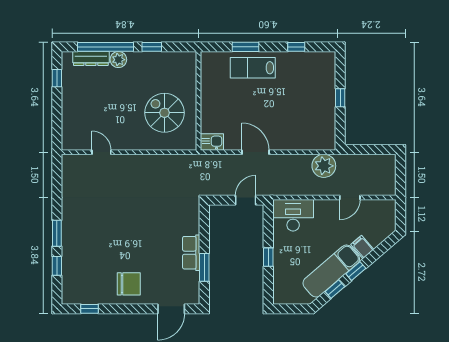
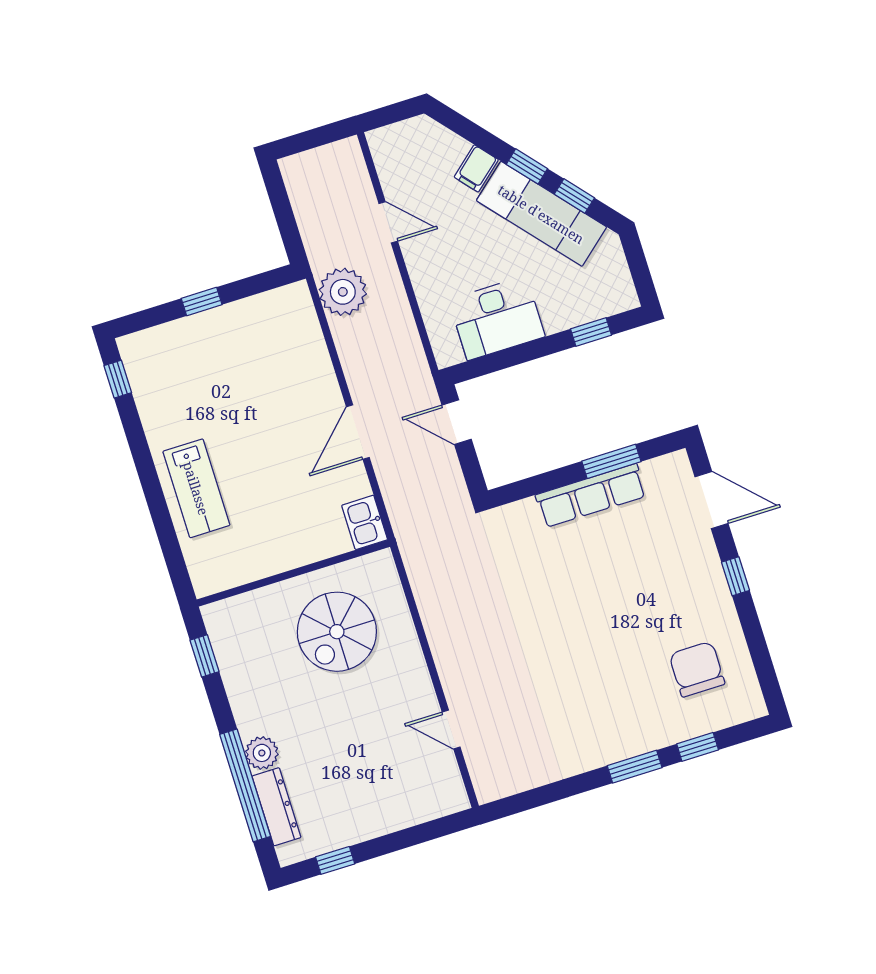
window: (152, 47) -> (205, 656), moved
window: (245, 47) -> (160, 515), removed
window: (296, 47) -> (118, 379), moved
door: (102, 152) -> (451, 729), hinge flipped
desk: (293, 215) -> (497, 318), moved, turned -90
row of seats: (191, 253) -> (591, 495), width x1.48
window: (268, 257) -> (591, 332), moved
chair: (129, 284) -> (697, 669), moved
window: (90, 309) -> (735, 576), moved

